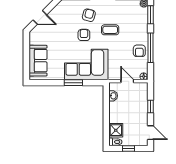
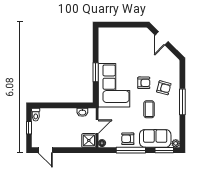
sofa: (38, 61) -> (155, 138), moved, turned 180
window: (151, 107) -> (71, 150), removed
shower: (116, 130) -> (89, 140), moved
door: (151, 133) -> (45, 150), hinge flipped

